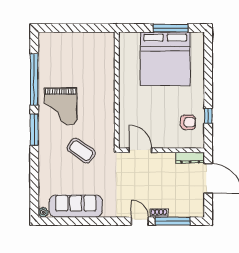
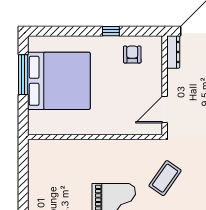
window: (208, 116) -> (111, 31), moved

